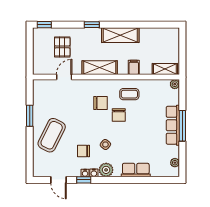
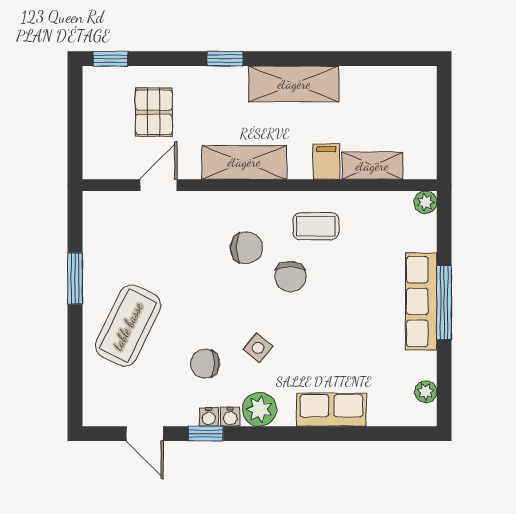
shelving: (165, 69) -> (372, 166), moved

